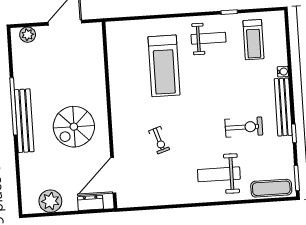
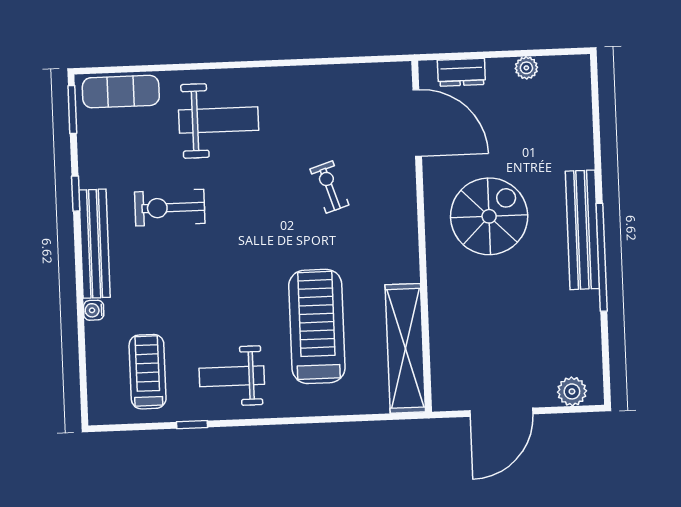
shelving: (117, 55) -> (405, 348), added
door: (113, 175) -> (417, 123), hinge flipped
plant: (50, 201) -> (526, 68), width x0.53, depth x0.53

